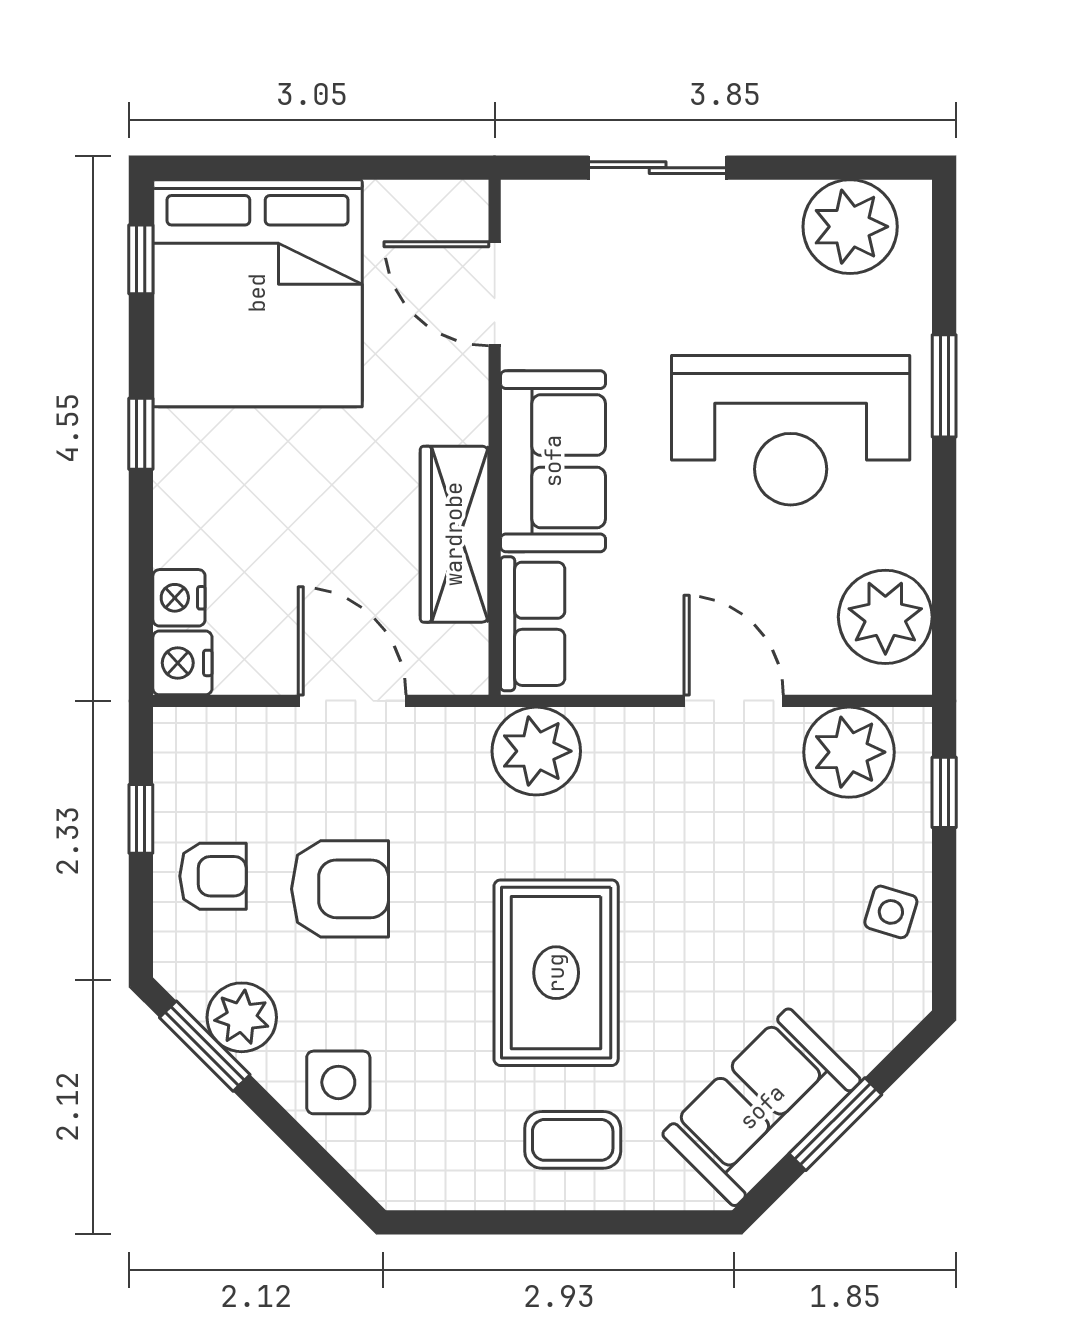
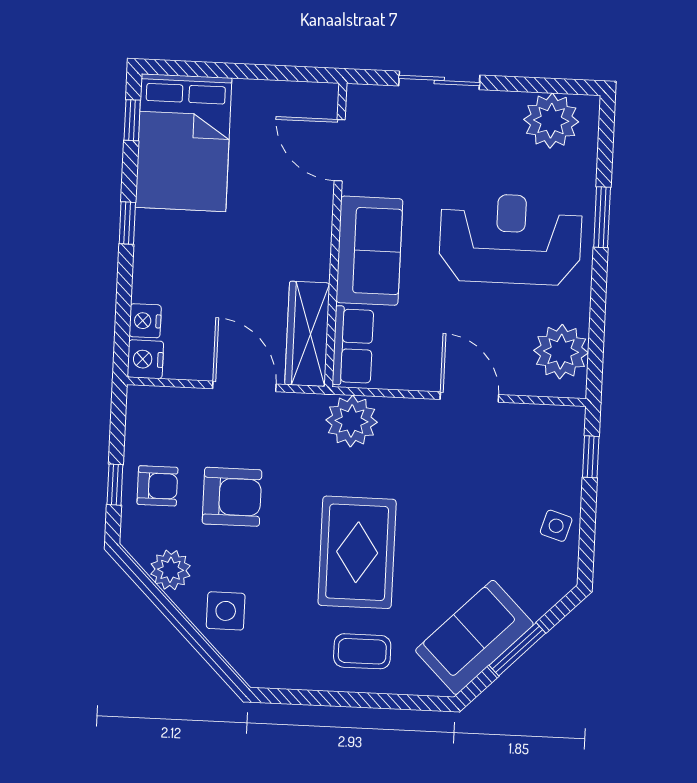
bed: (257, 293) -> (184, 143), width x0.73
reception desk: (791, 430) -> (510, 239), turned 180
wardrobe: (454, 534) -> (307, 334), moved
plant: (849, 752) -> (536, 430), removed
window: (141, 819) -> (115, 485), moved
window: (205, 1046) -> (148, 586), removed

